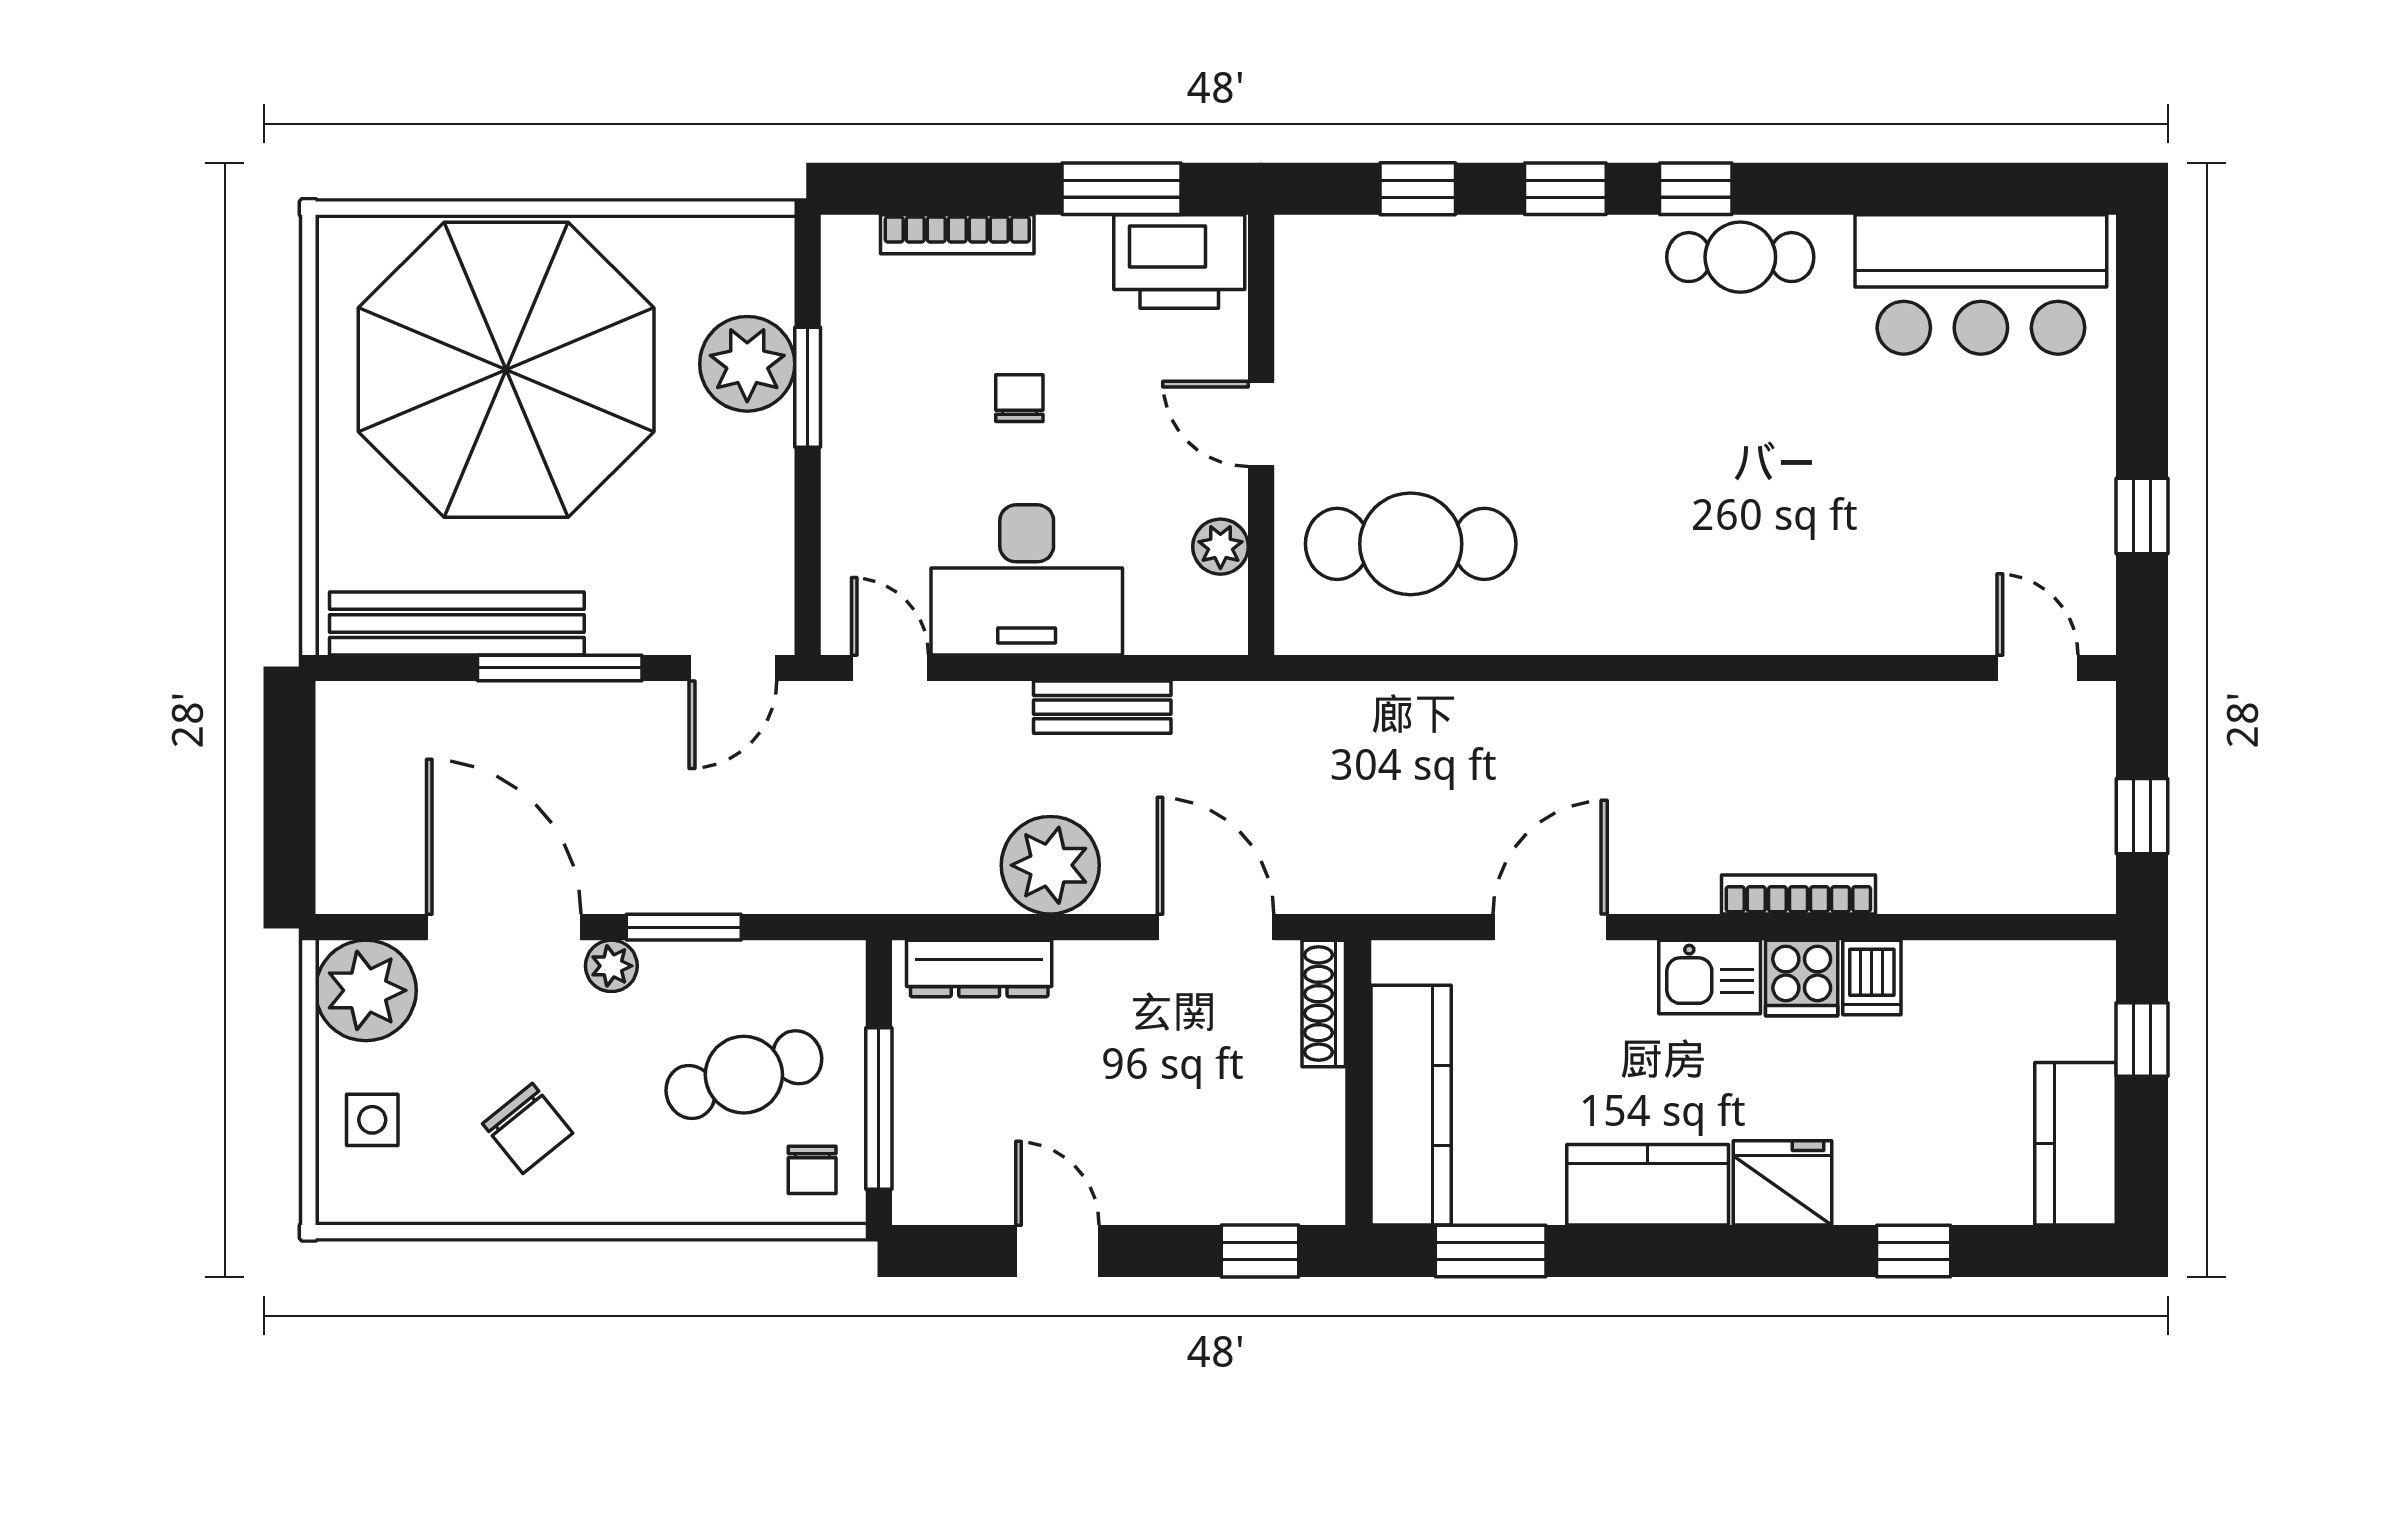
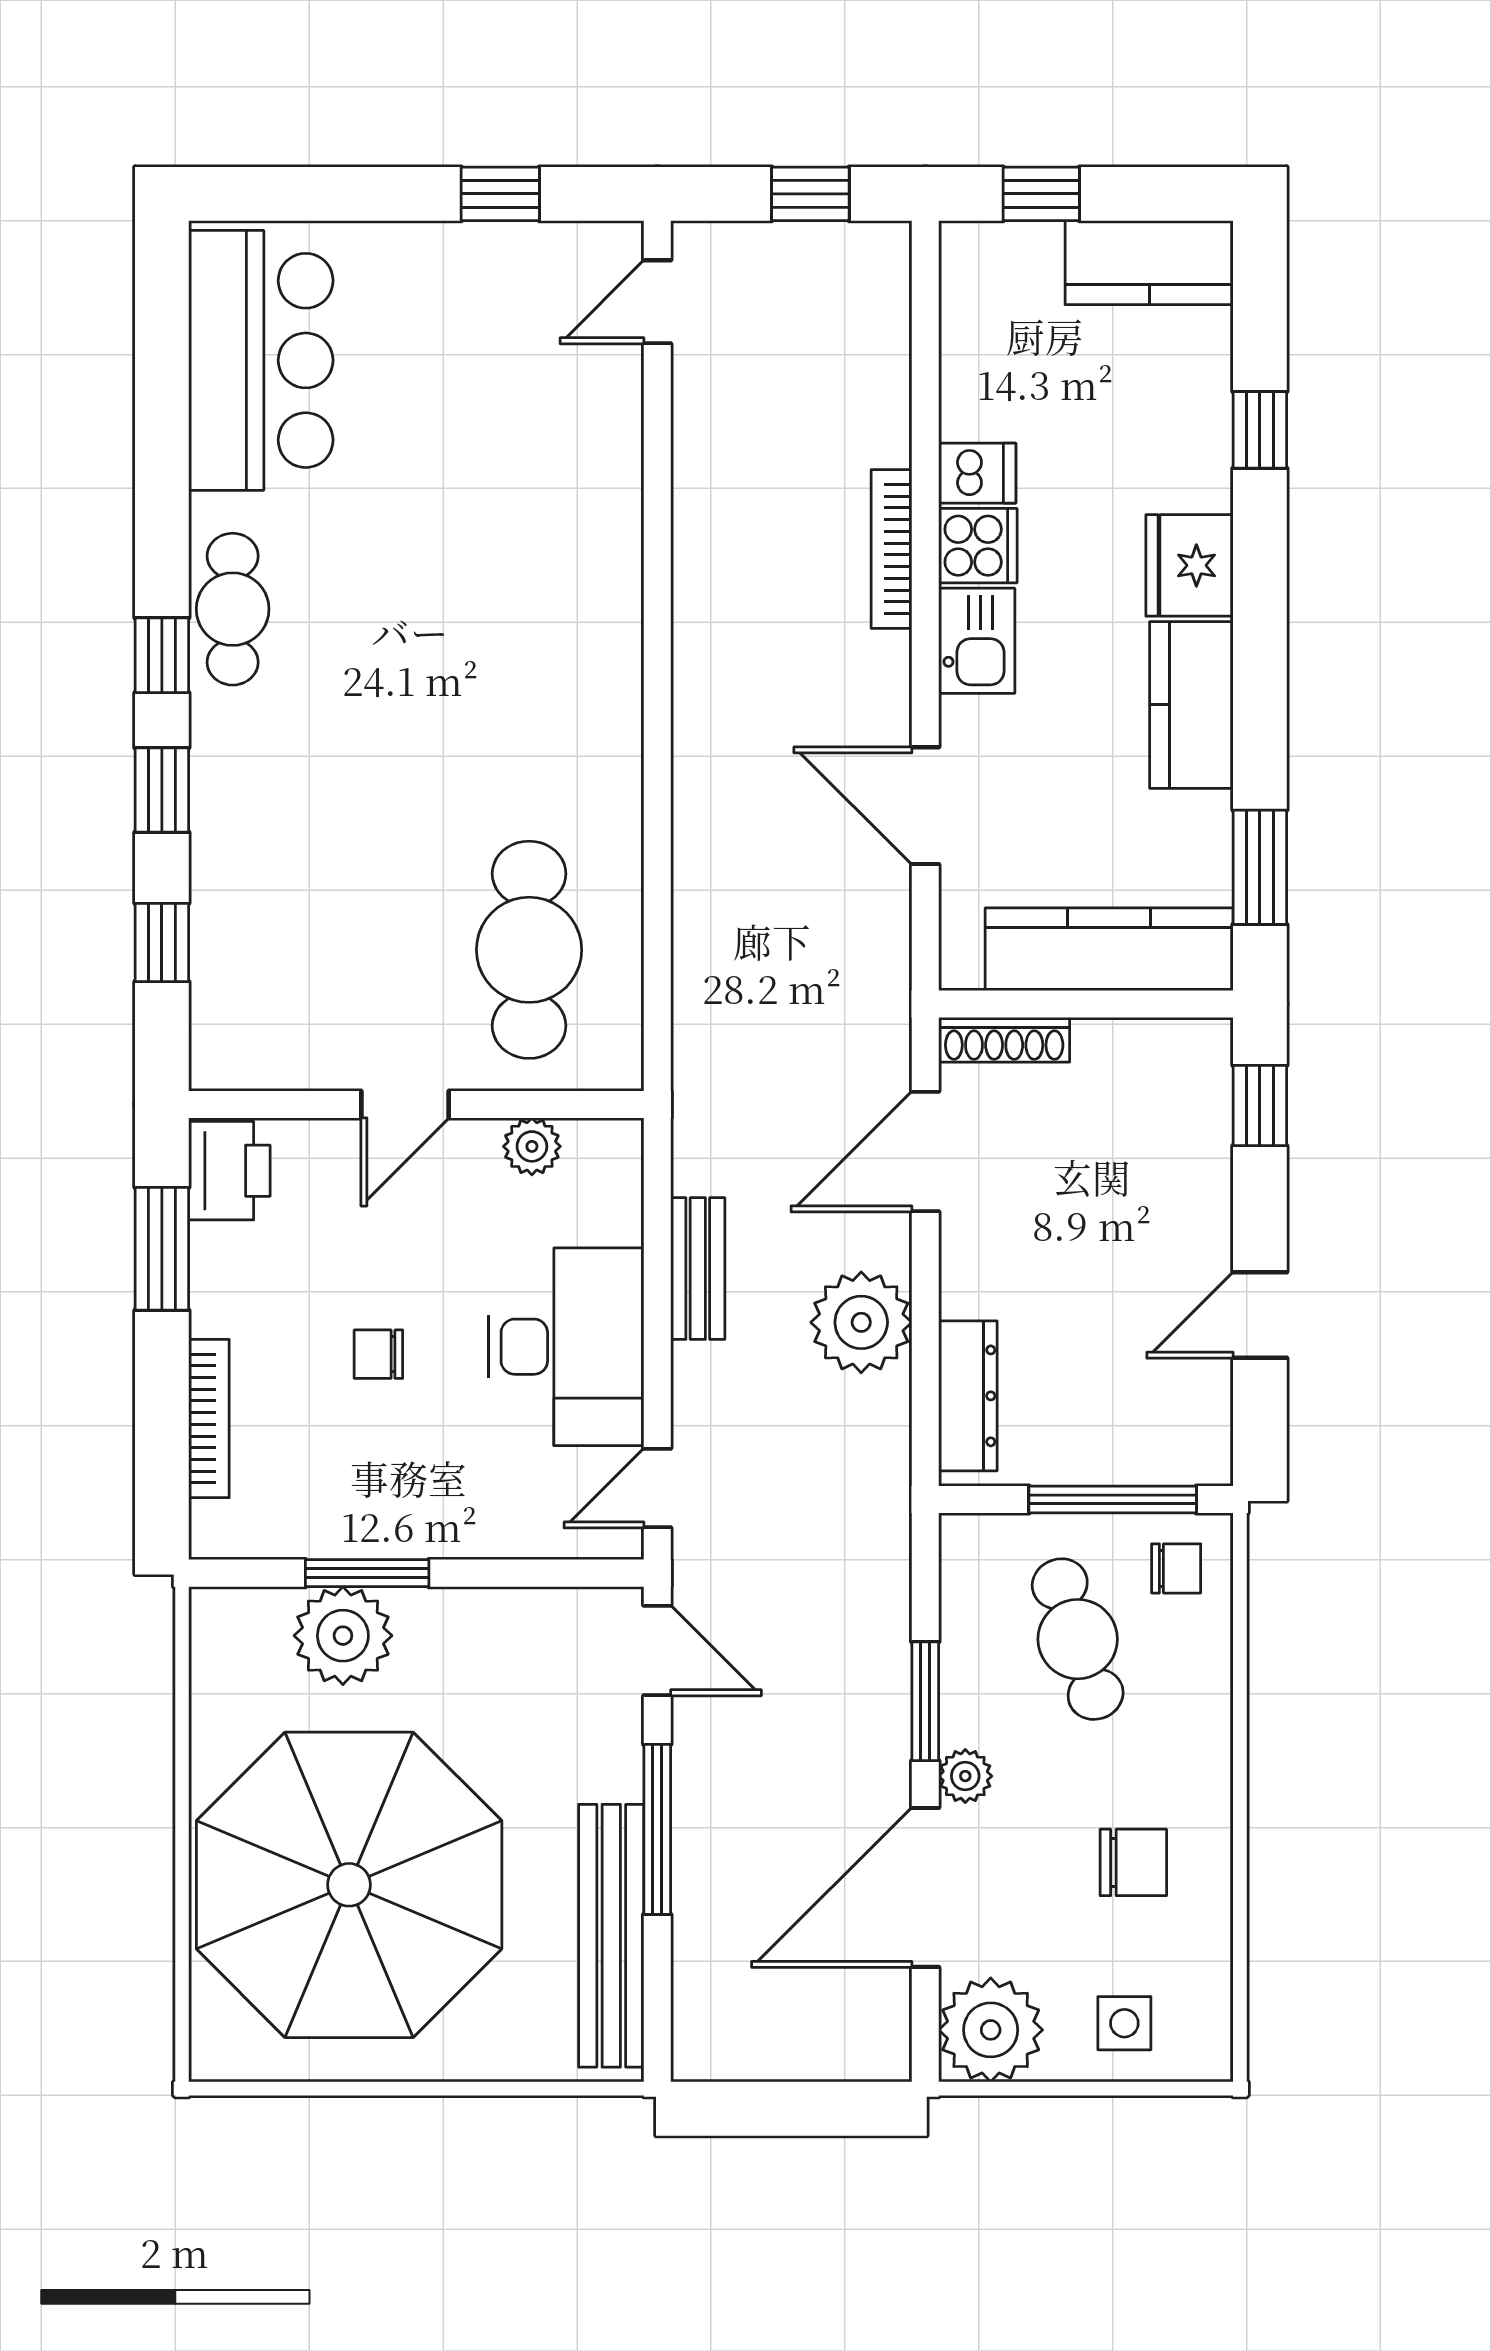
printer: (1179, 262) -> (229, 1171), width x0.73, depth x0.84
chair: (528, 1128) -> (1133, 1862), turned 39

